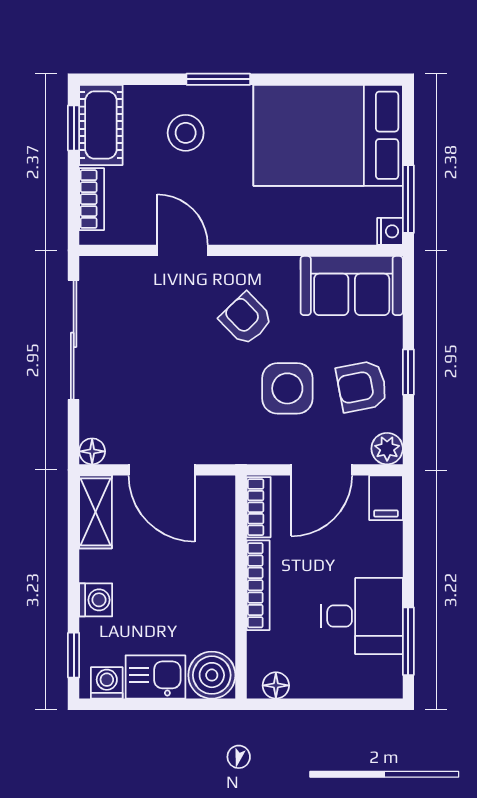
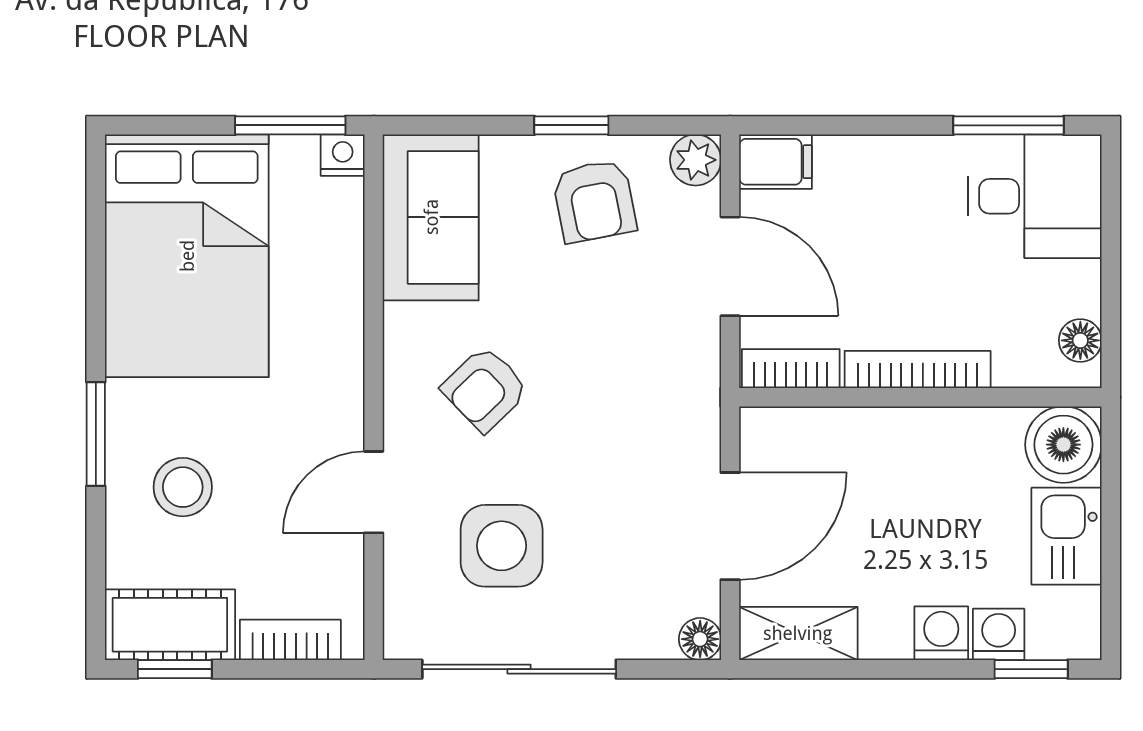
side table: (287, 388) -> (502, 546), moved
desk: (362, 616) -> (1035, 196), moved, turned 90
washing machine: (107, 683) -> (999, 634), moved, turned 90

